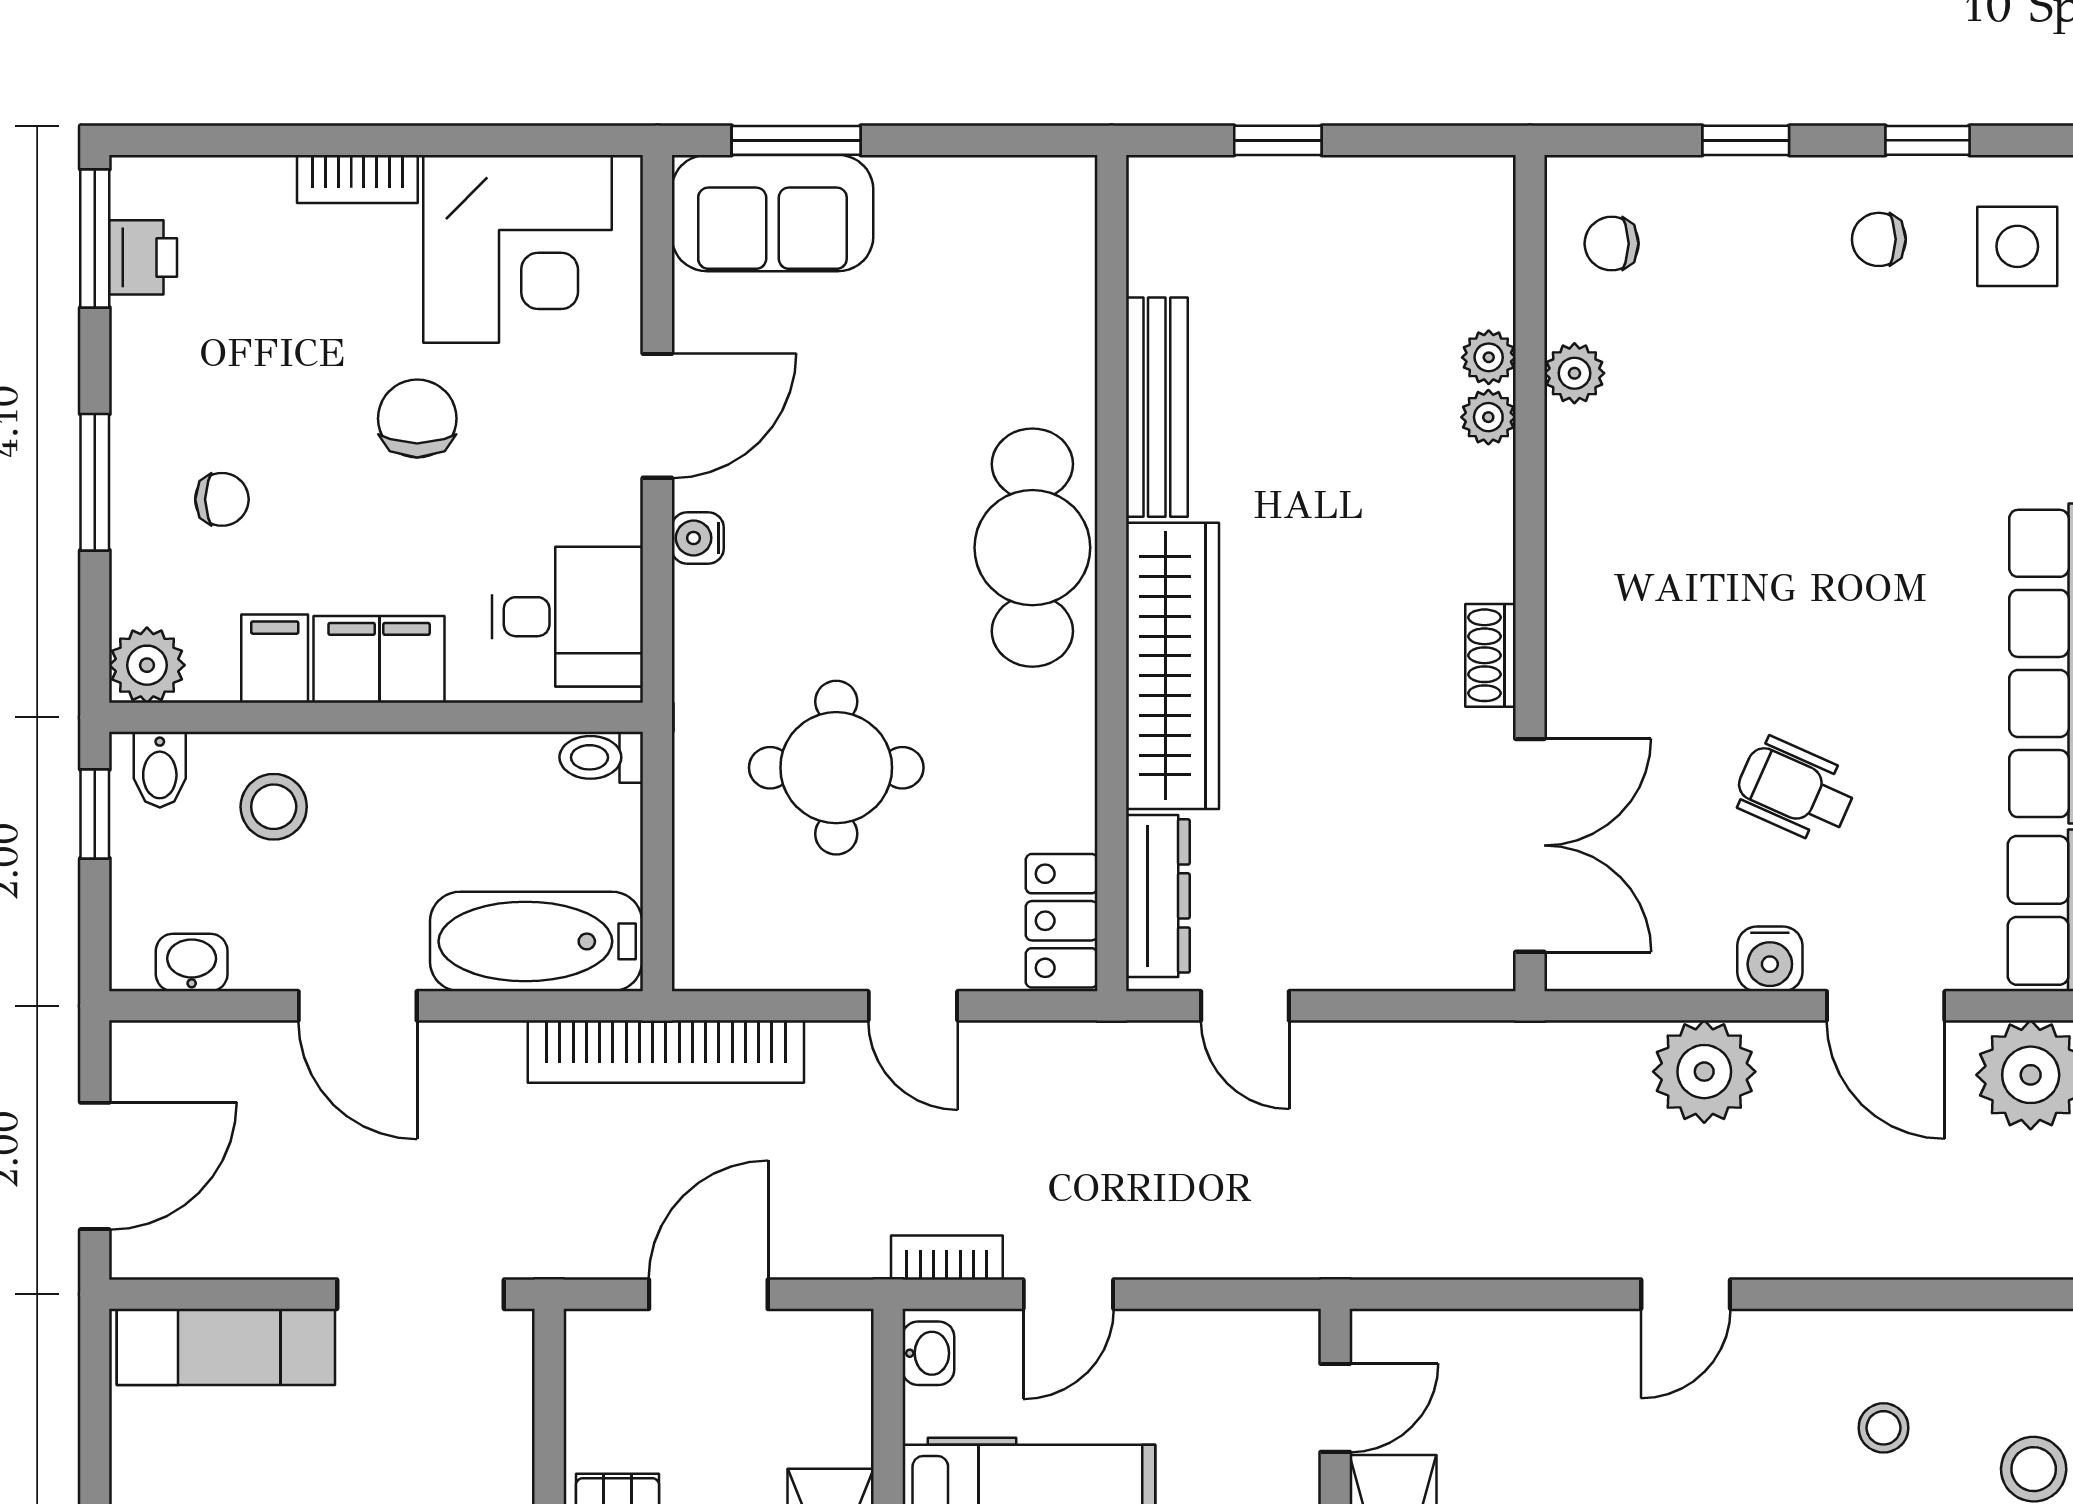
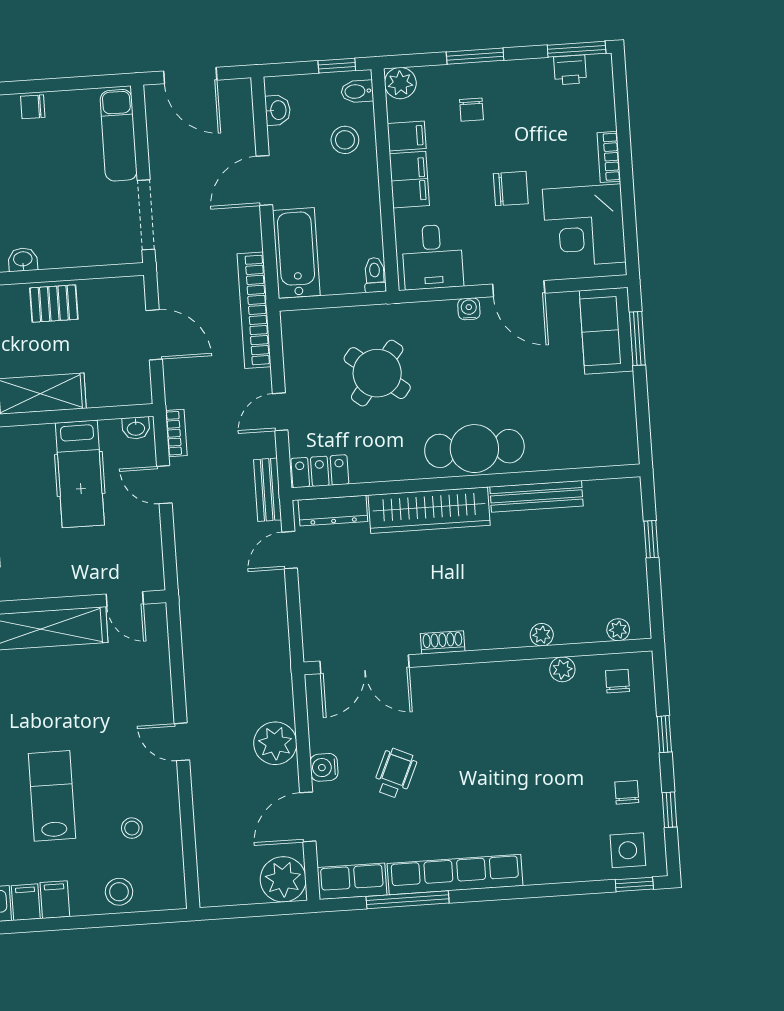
plant: (1489, 357) -> (618, 630), moved
round table: (836, 768) -> (377, 373), turned 38
bench: (1097, 1049) -> (268, 490), added

